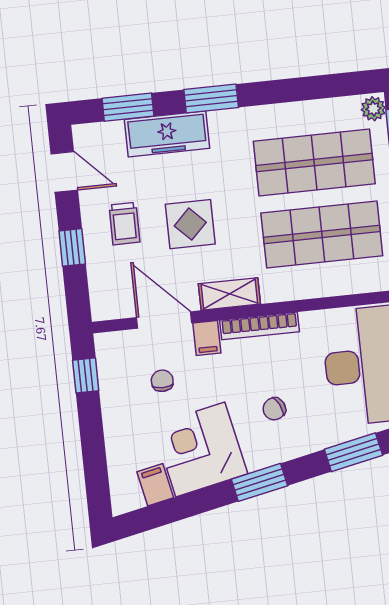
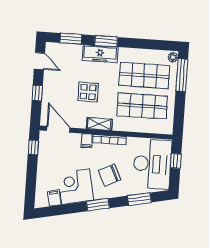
freezer: (167, 134) -> (100, 54), moved
trolley: (124, 224) -> (61, 87), removed
door: (164, 320) -> (58, 129), moved
chair: (162, 381) -> (65, 155), removed
chair: (274, 409) -> (110, 175), width x1.87, depth x1.87

